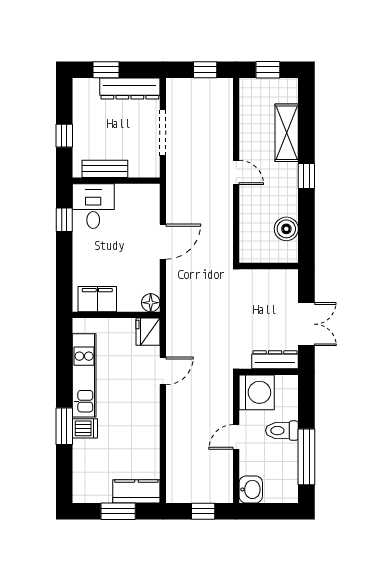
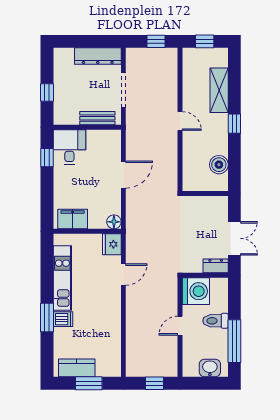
window: (106, 70) -> (79, 41), removed
bench: (105, 169) -> (97, 118), moved
dresser: (275, 360) -> (216, 266), width x0.70
washbasin: (251, 489) -> (210, 368), moved, turned -90
kitchen counter: (136, 491) -> (77, 368), moved

